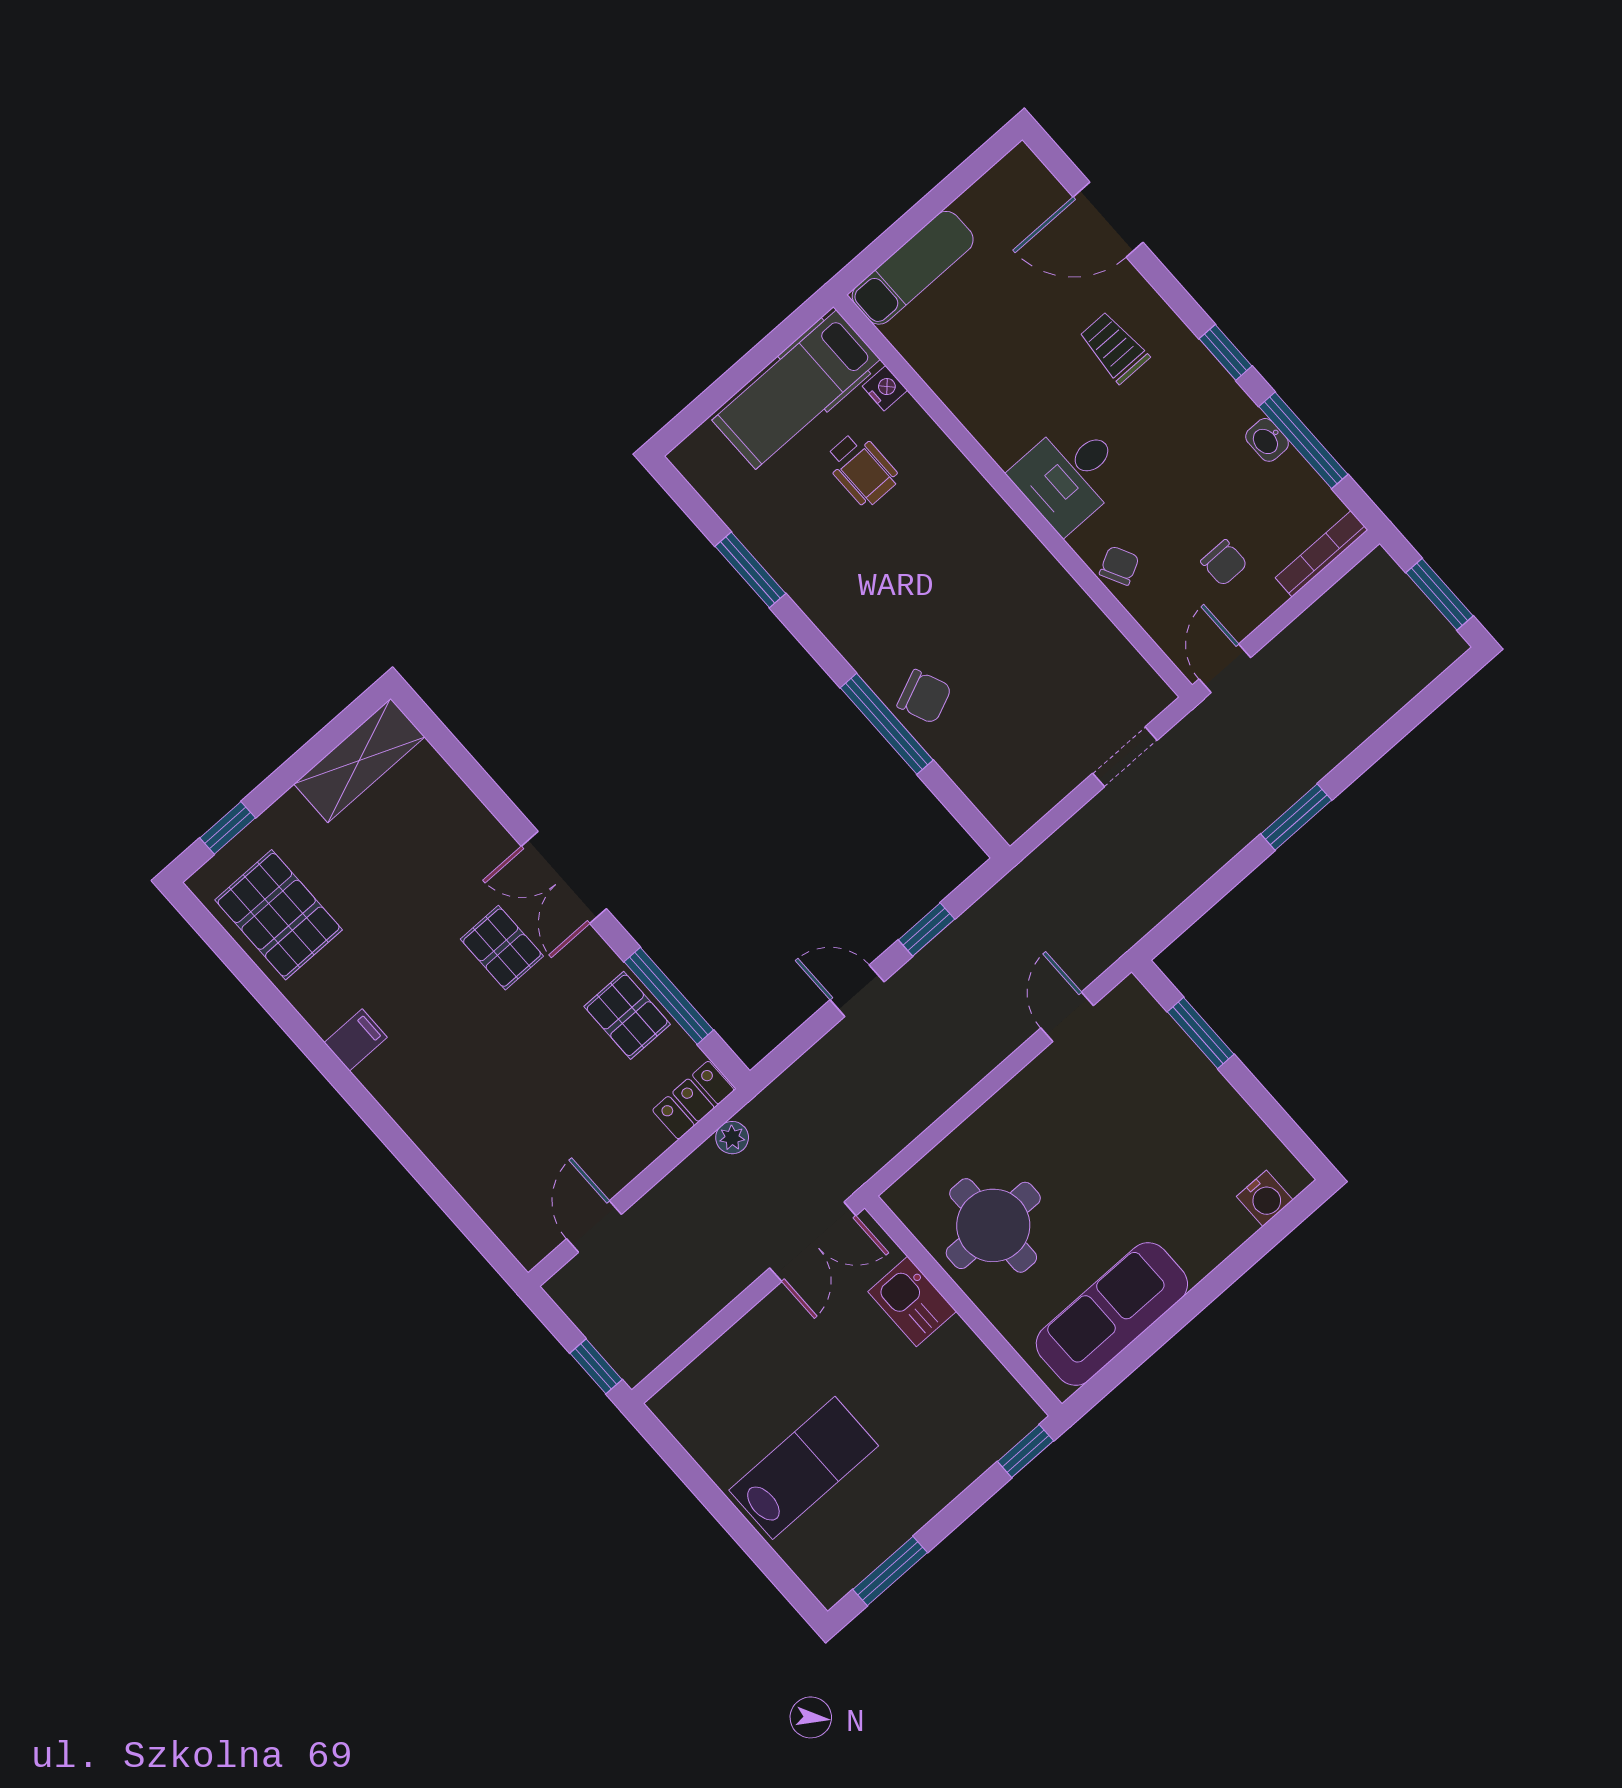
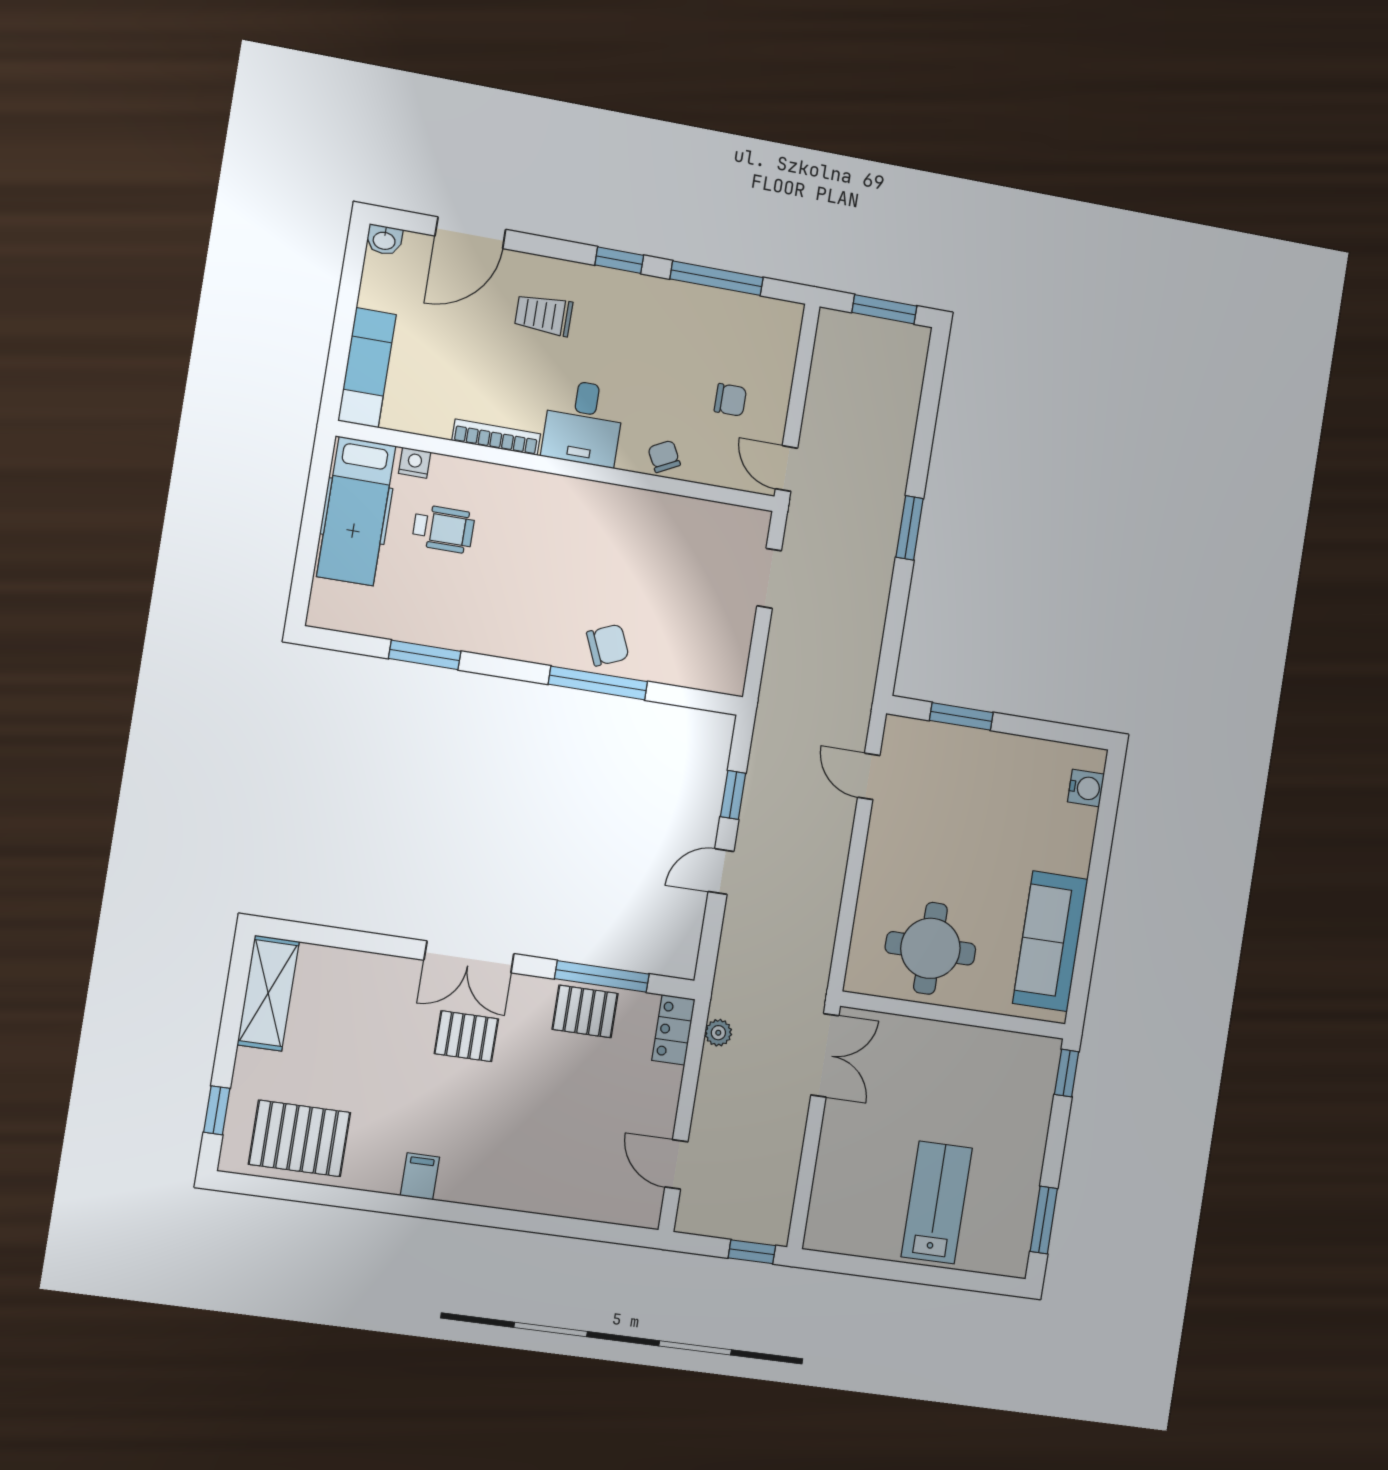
washbasin: (1267, 440) -> (384, 240), moved
bookcase: (1322, 554) -> (496, 437), moved, turned 90
kitchen sink: (912, 1302) -> (919, 1040), removed

